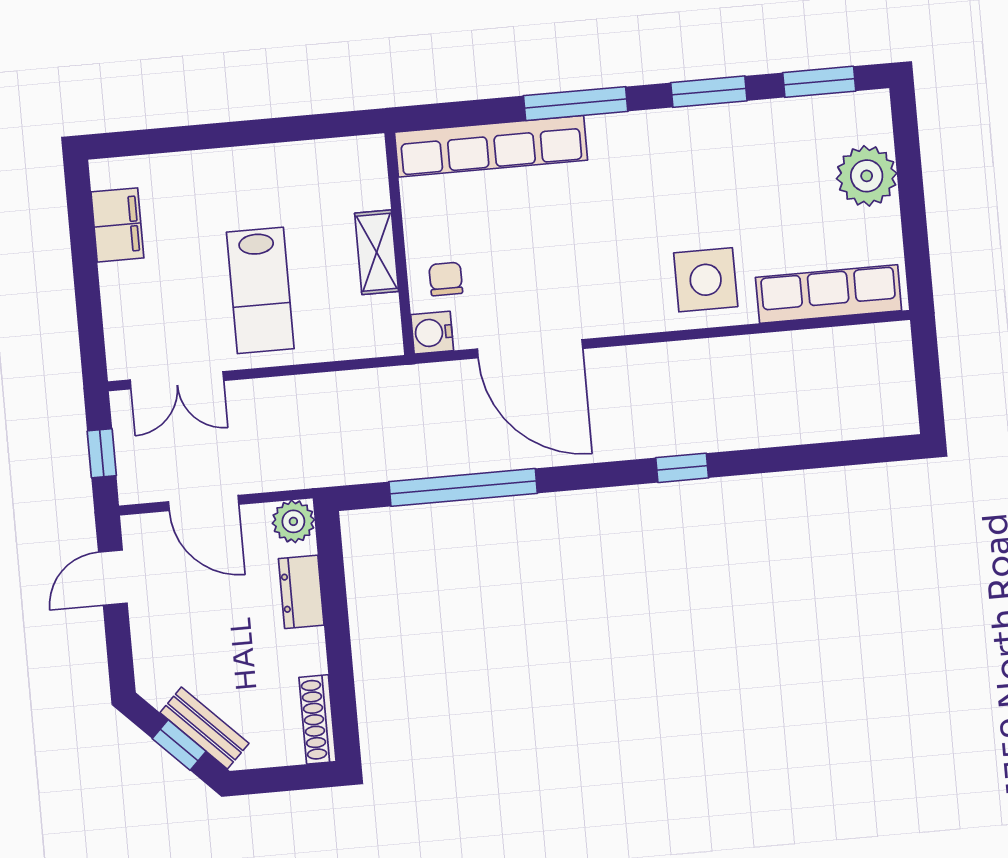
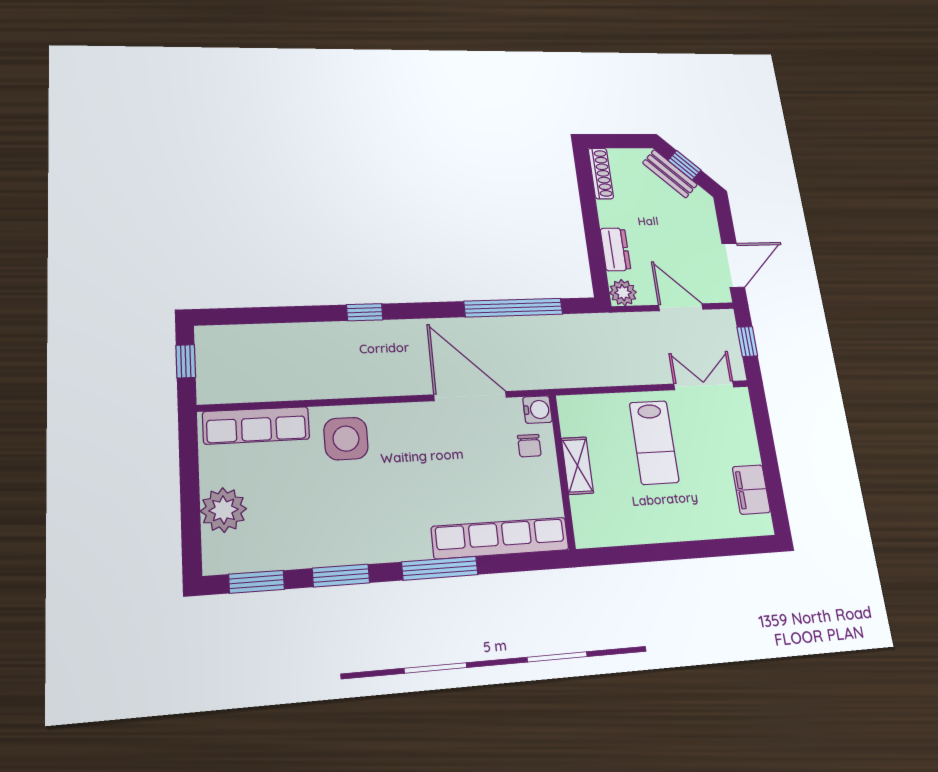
lab bench: (260, 290) -> (654, 442), turned 180
window: (928, 382) -> (186, 361), added
door: (113, 578) -> (733, 265), width x1.38

